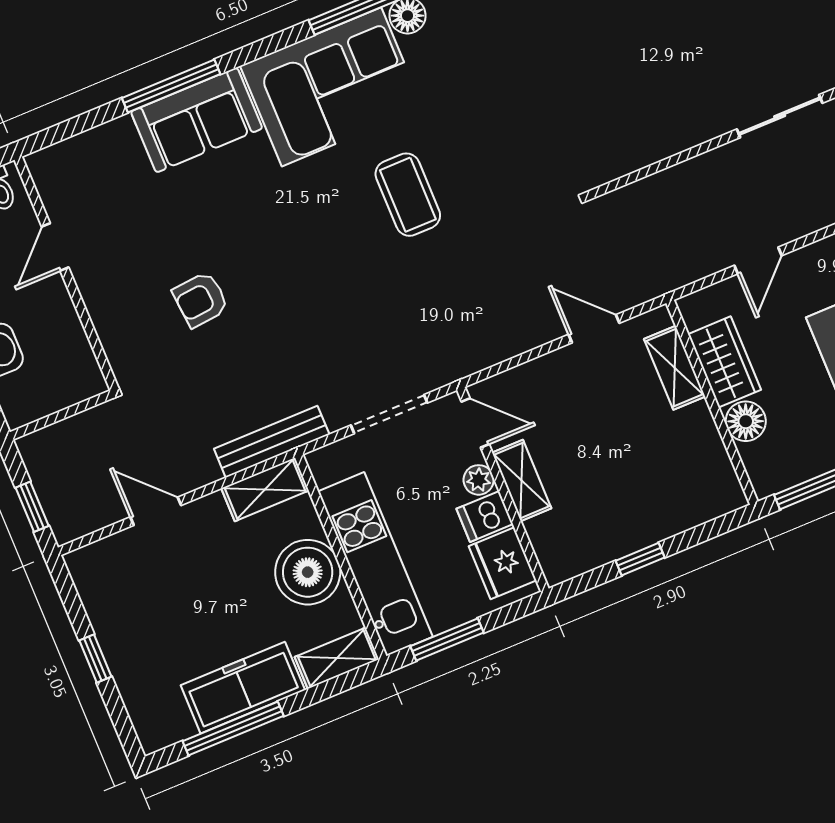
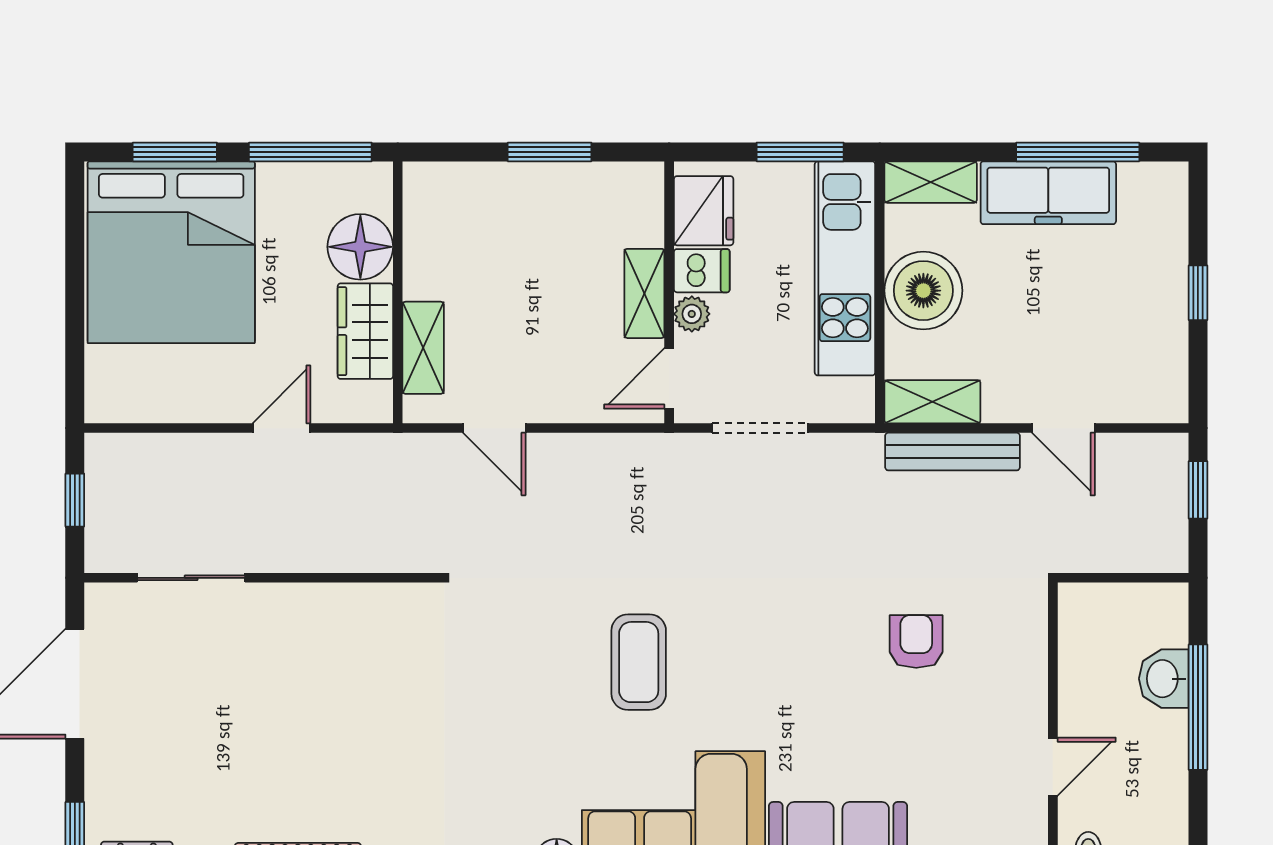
armchair: (201, 300) -> (916, 642), turned -85
floor lamp: (746, 421) -> (360, 247), width x1.38, depth x1.38
door: (475, 423) -> (669, 378), hinge flipped
bench: (272, 442) -> (952, 452), moved
window: (640, 559) -> (550, 152), width x1.50

